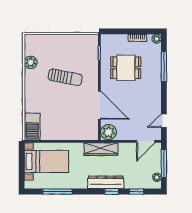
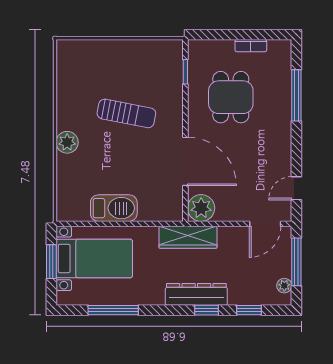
plant: (157, 39) -> (284, 47), removed
plant: (31, 62) -> (67, 142), moved
dining table: (126, 68) -> (231, 97), turned 90
barbecue: (32, 127) -> (114, 208), moved, turned -90
window: (22, 163) -> (51, 262), added

